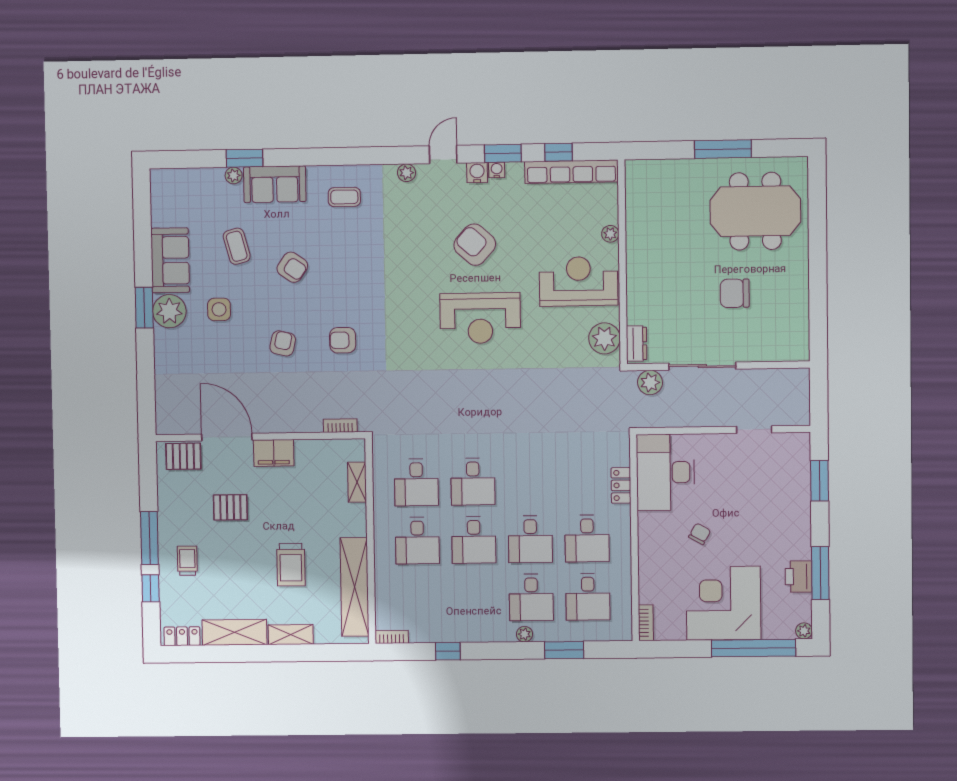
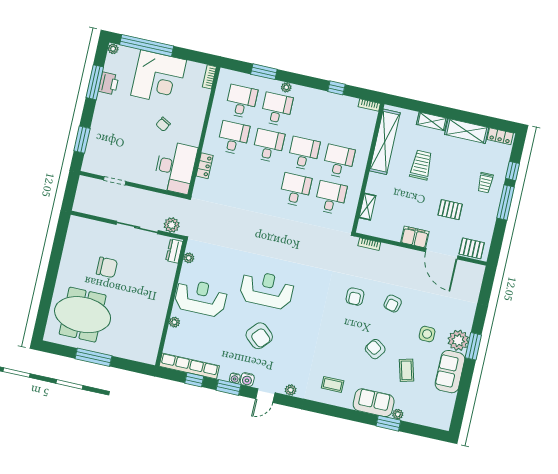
reception desk: (579, 281) -> (201, 298), turned 180
plant: (604, 338) -> (189, 258), width x0.53, depth x0.53
armchair: (343, 340) -> (355, 297), turned 90

